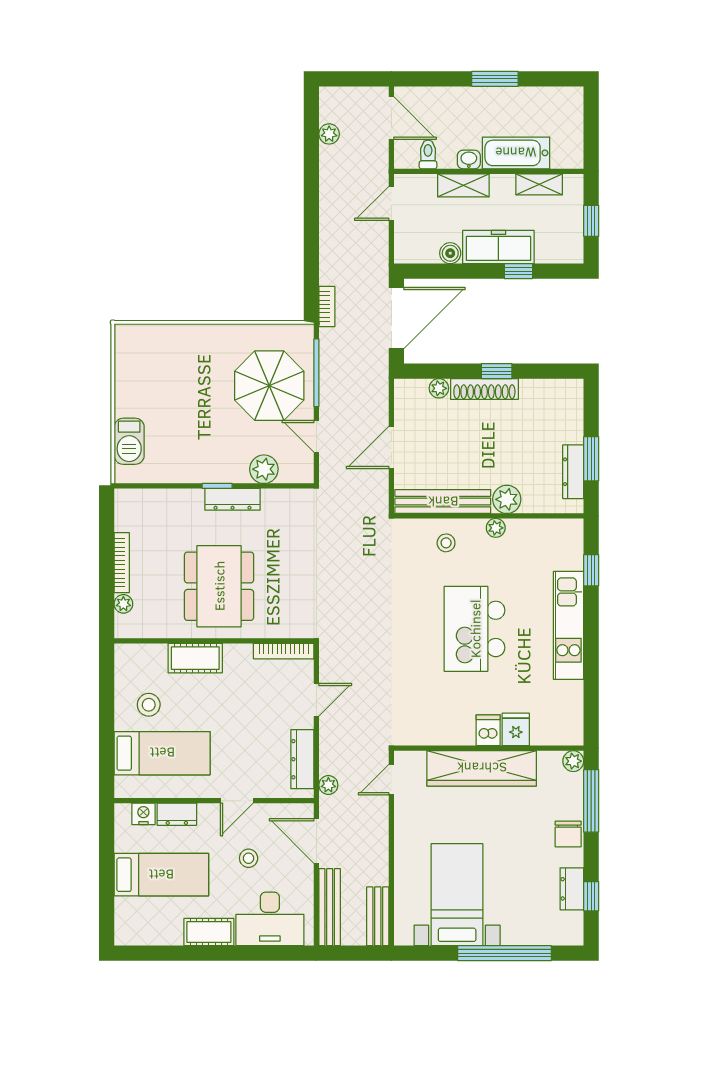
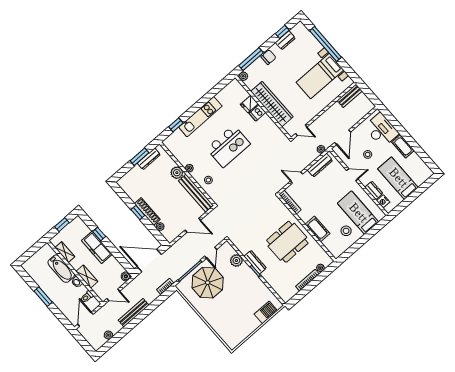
boiler: (450, 253) -> (126, 276), moved
bench: (330, 907) -> (134, 313), moved

